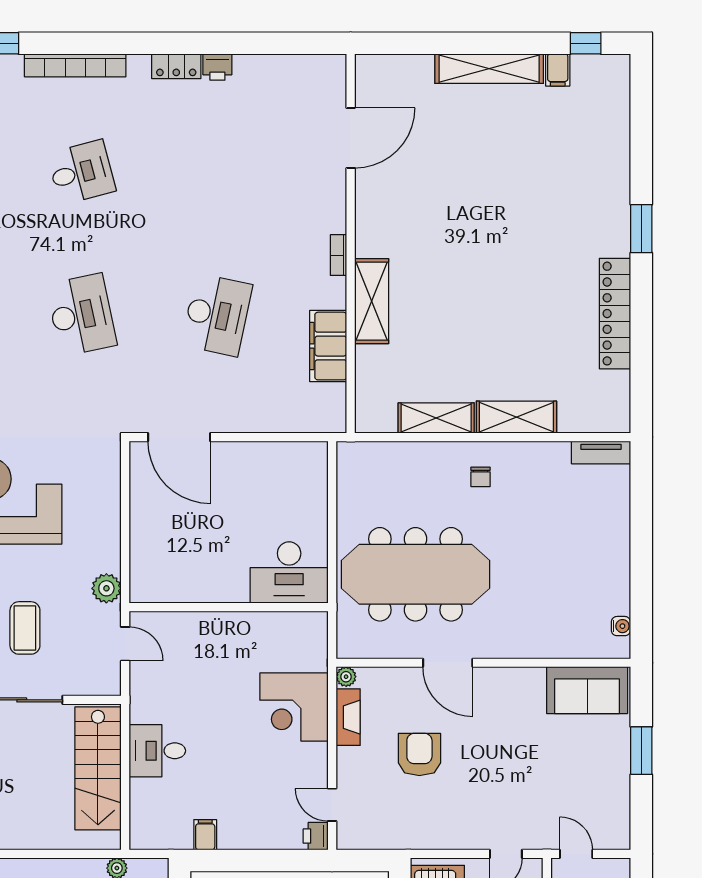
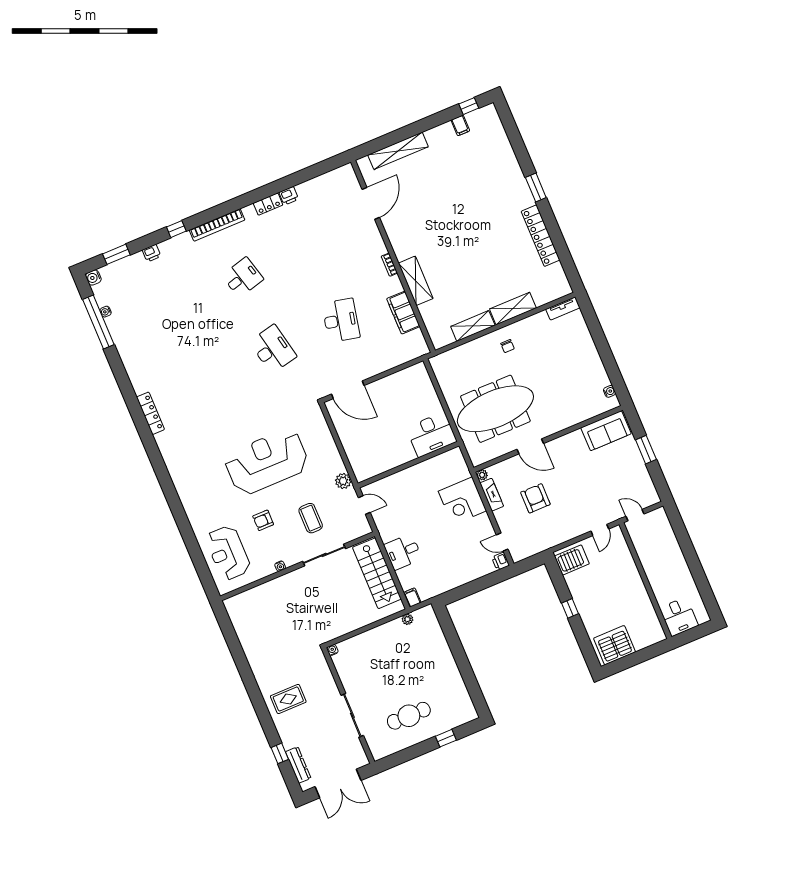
shelving: (489, 69) -> (398, 151), moved
filing cabinet: (205, 835) -> (412, 598), moved

